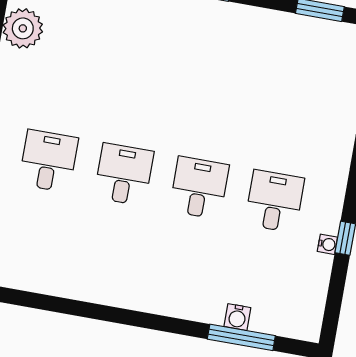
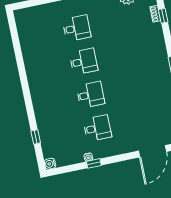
water cooler: (237, 317) -> (50, 164), moved
window: (241, 337) -> (36, 137), width x0.46

